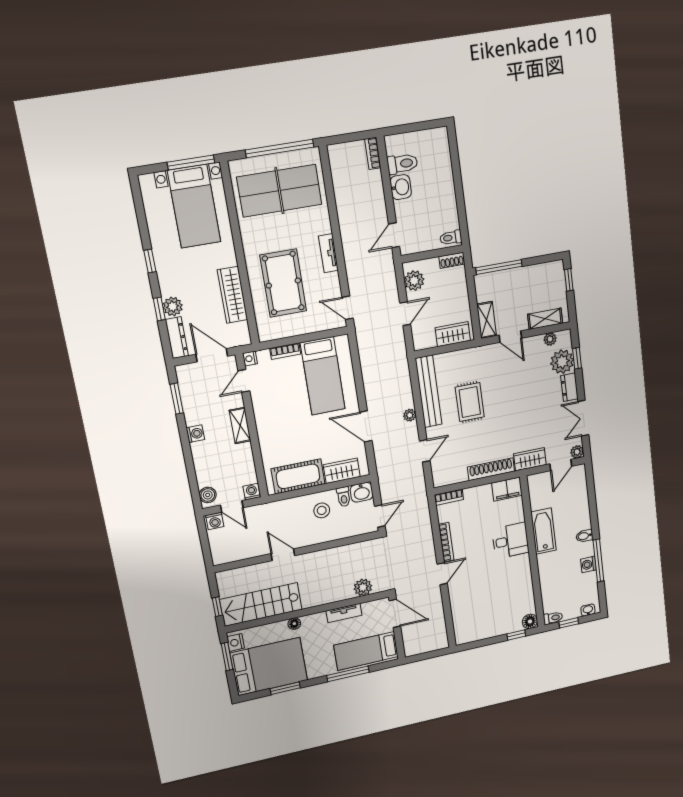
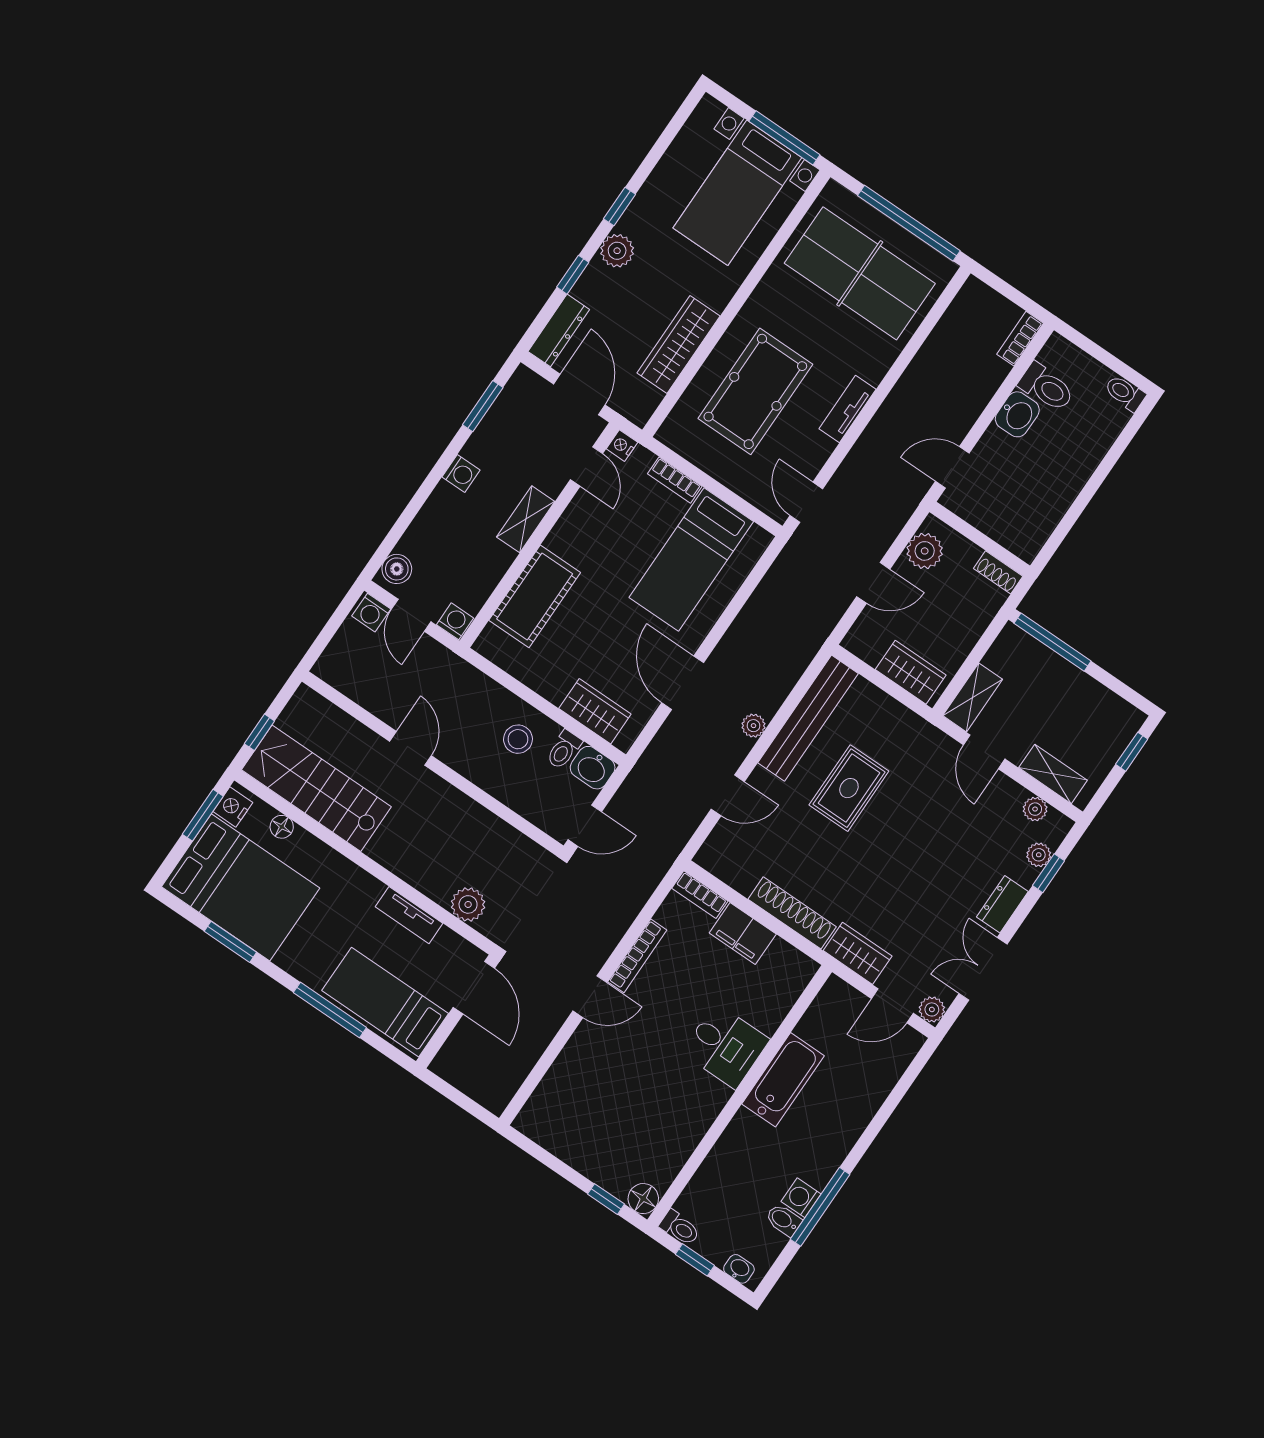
toilet: (451, 238) -> (1125, 393), moved
plant: (173, 307) -> (617, 251), moved
plant: (562, 362) -> (1039, 855), width x0.53, depth x0.53
door: (244, 381) -> (586, 466), swing flipped
cot: (298, 476) -> (535, 596), moved, turned 90
filing cabinet: (507, 489) -> (743, 933), moved
bidet: (584, 536) -> (784, 1220), moved
floor lamp: (294, 624) -> (282, 827), moved

